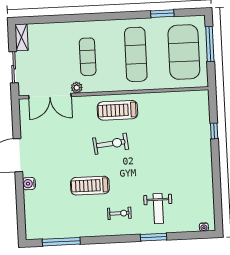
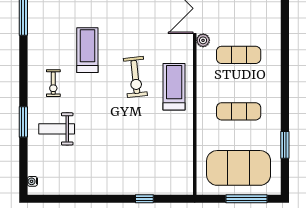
exercise mat: (136, 54) -> (239, 111), width x0.73, depth x0.69

